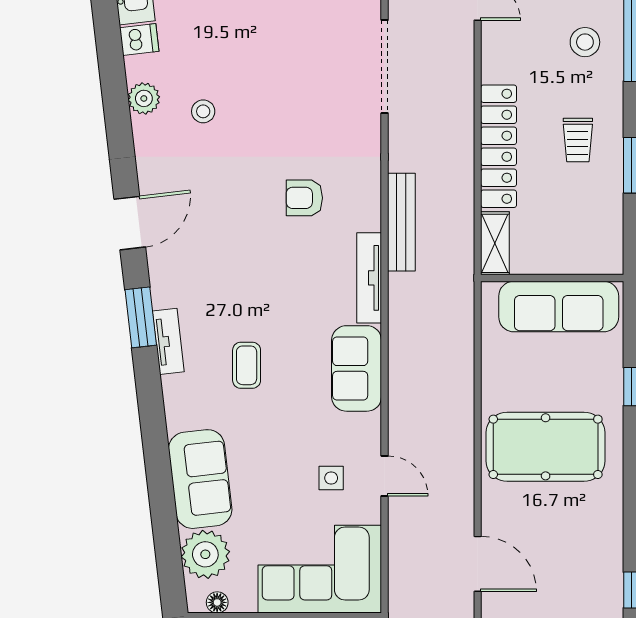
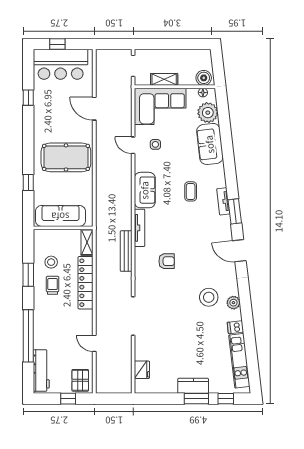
stool: (585, 42) -> (51, 262), moved
stool: (203, 111) -> (209, 297), width x1.89, depth x1.89
door: (130, 223) -> (239, 251), hinge flipped

